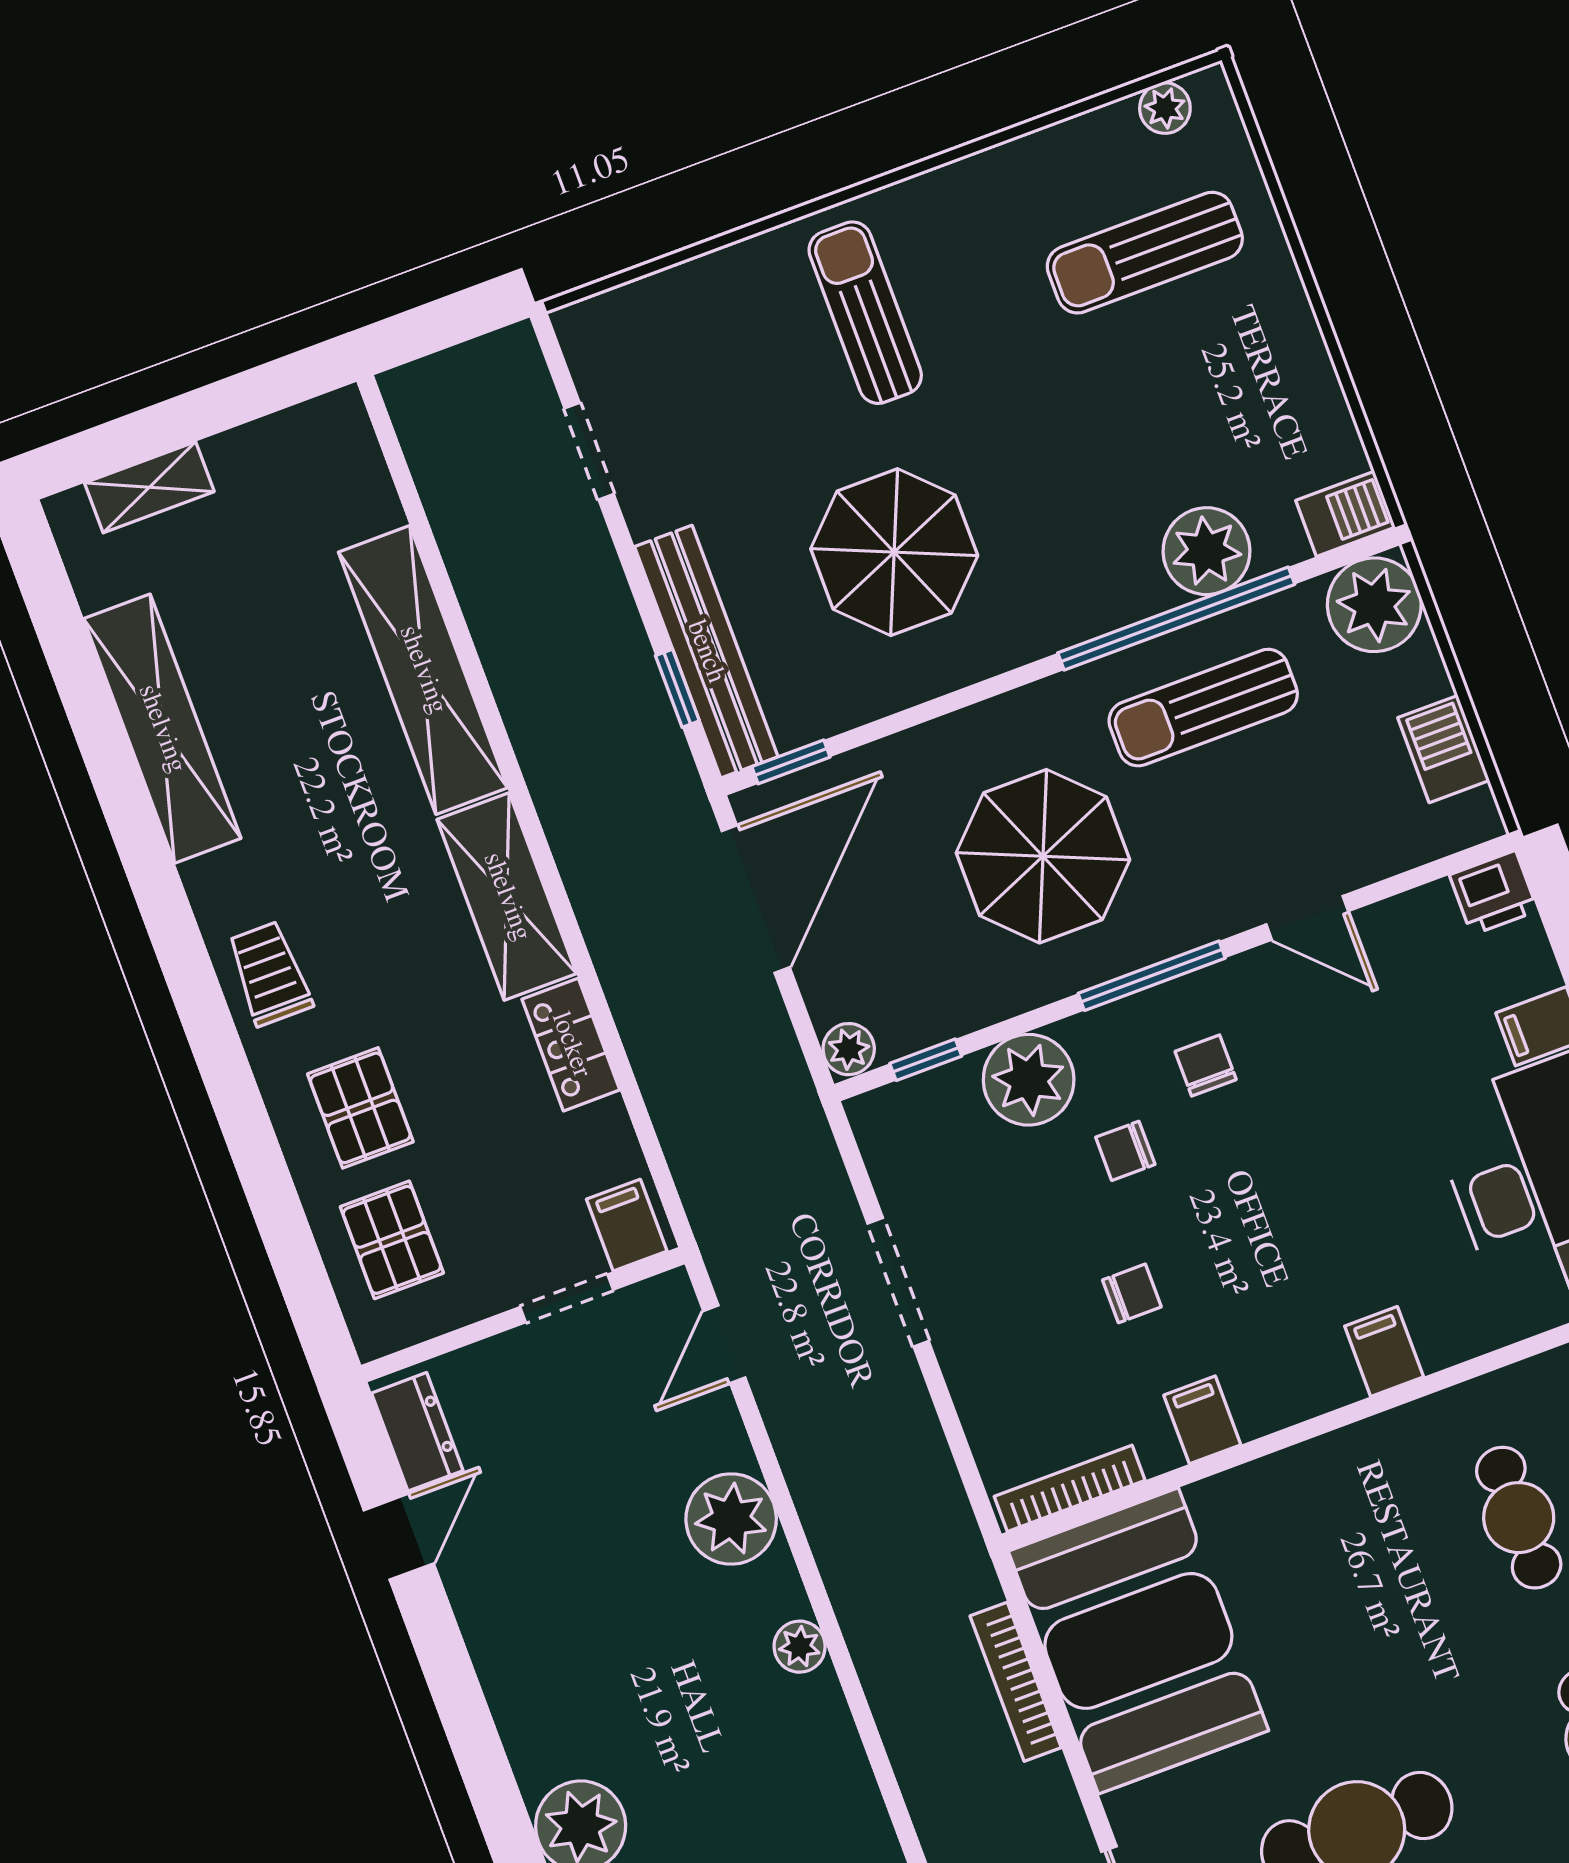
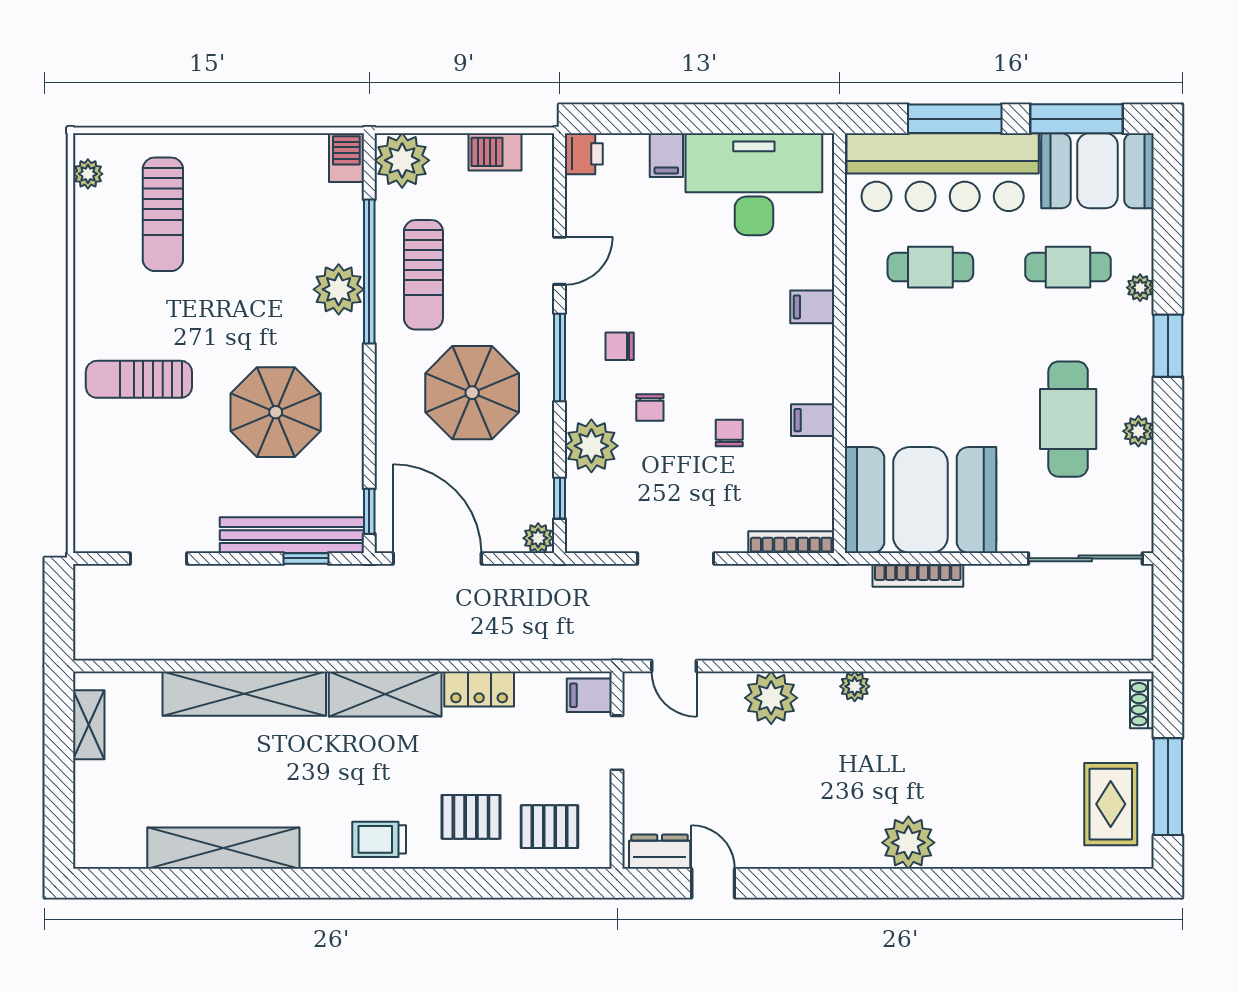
shelving: (149, 487) -> (89, 725), moved
plant: (1207, 551) -> (339, 289), moved
bookcase: (1070, 1488) -> (791, 542), moved, turned 90

